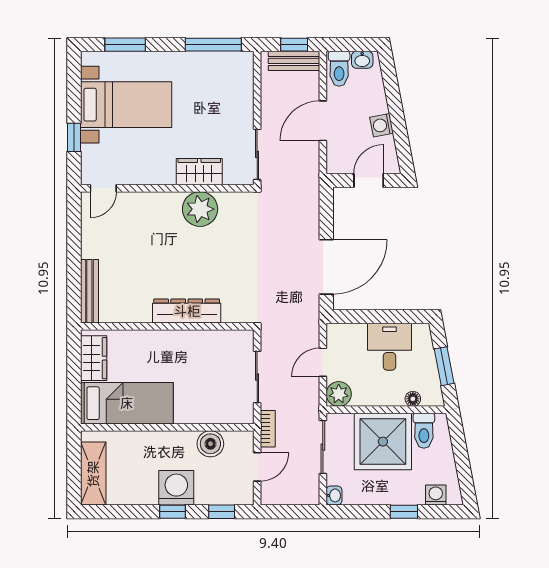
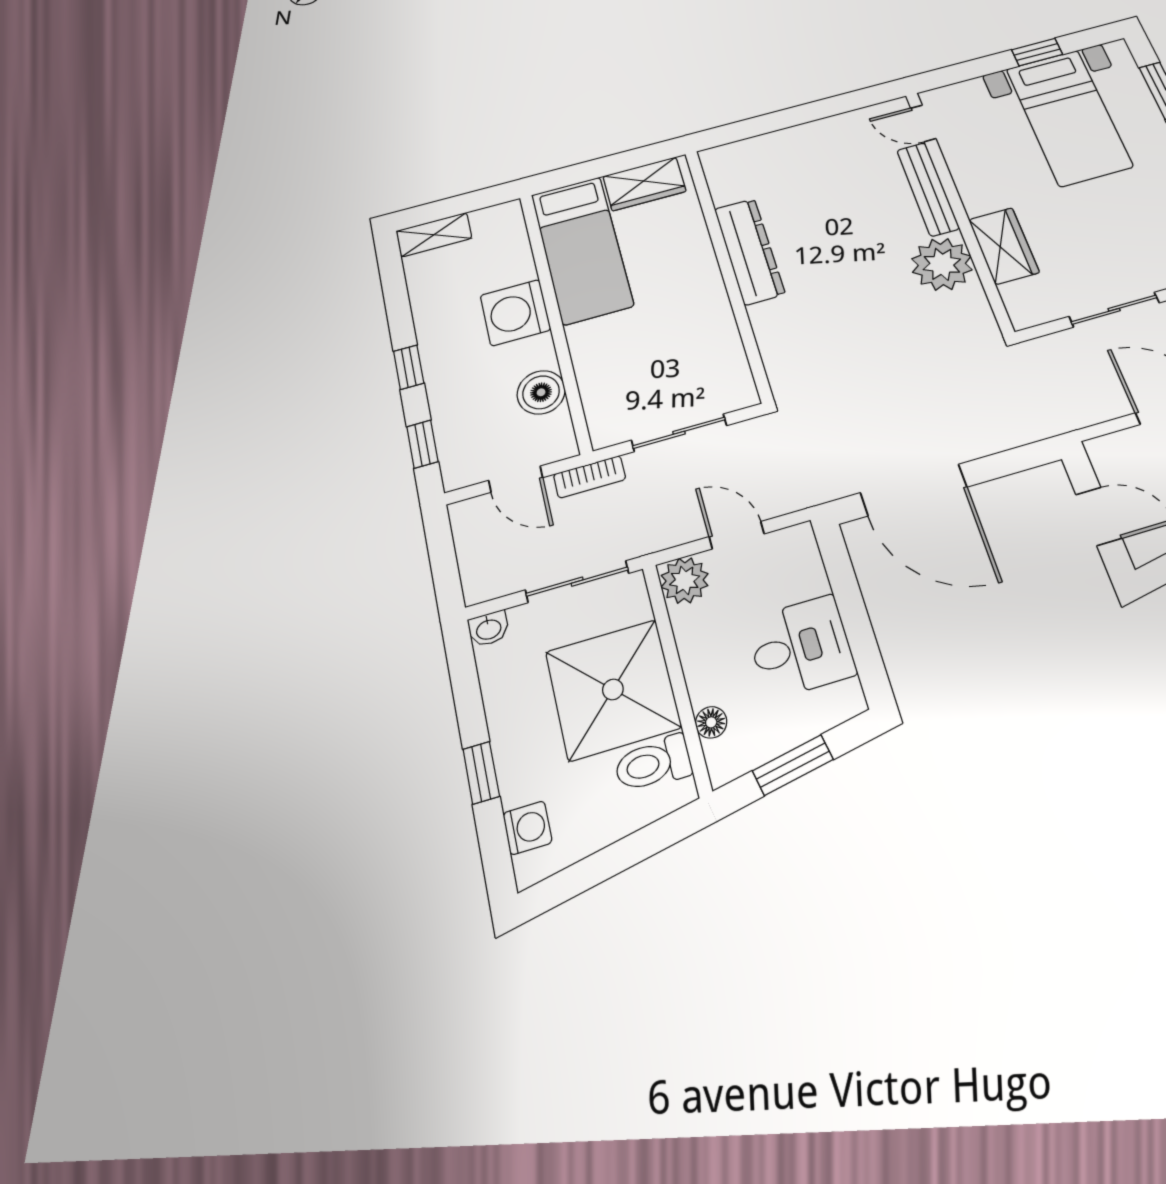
window: (74, 137) -> (1037, 52), moved
sliding door: (257, 154) -> (1114, 310), moved
bench: (89, 291) -> (928, 189), moved, turned 90
dresser: (187, 311) -> (749, 251), moved
shelving: (93, 474) -> (434, 235), width x0.67, depth x0.75
washing machine: (176, 488) -> (515, 313), moved, turned 180

